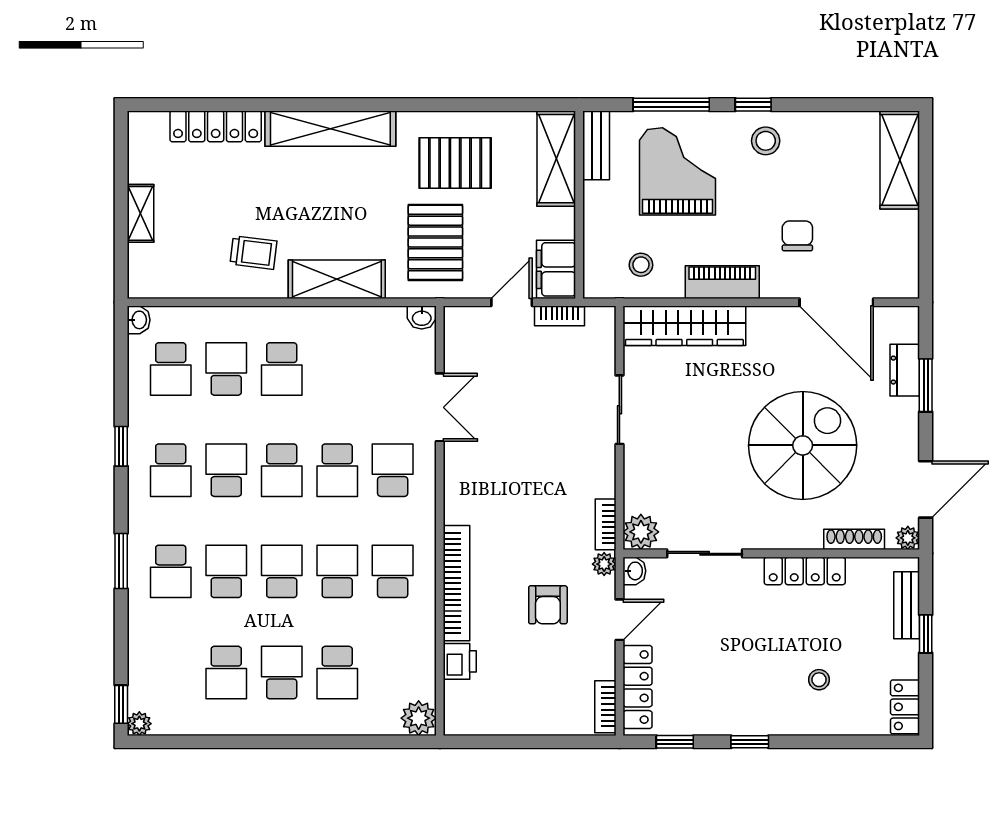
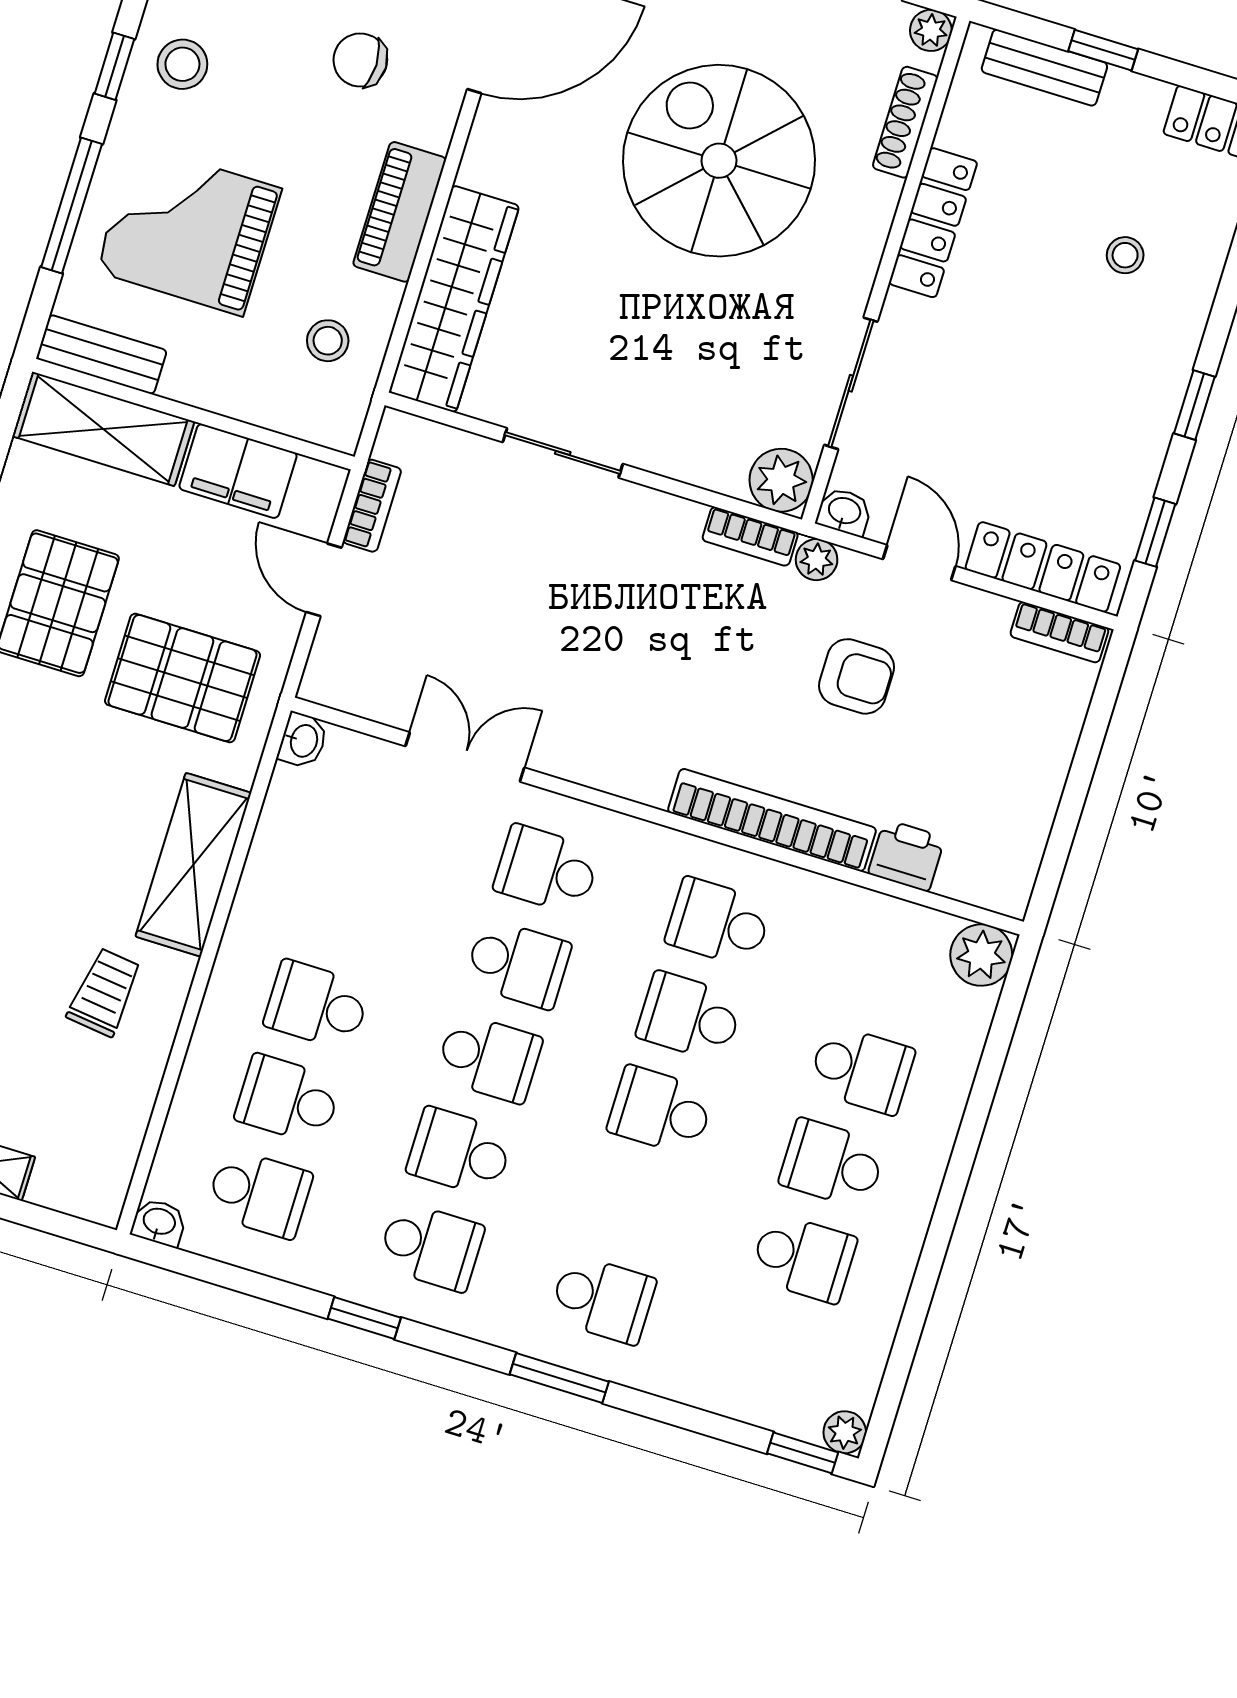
filing cabinet: (556, 269) -> (238, 471), moved
school desk: (282, 369) -> (317, 1005), turned 180
school desk: (226, 571) -> (632, 1205), removed

